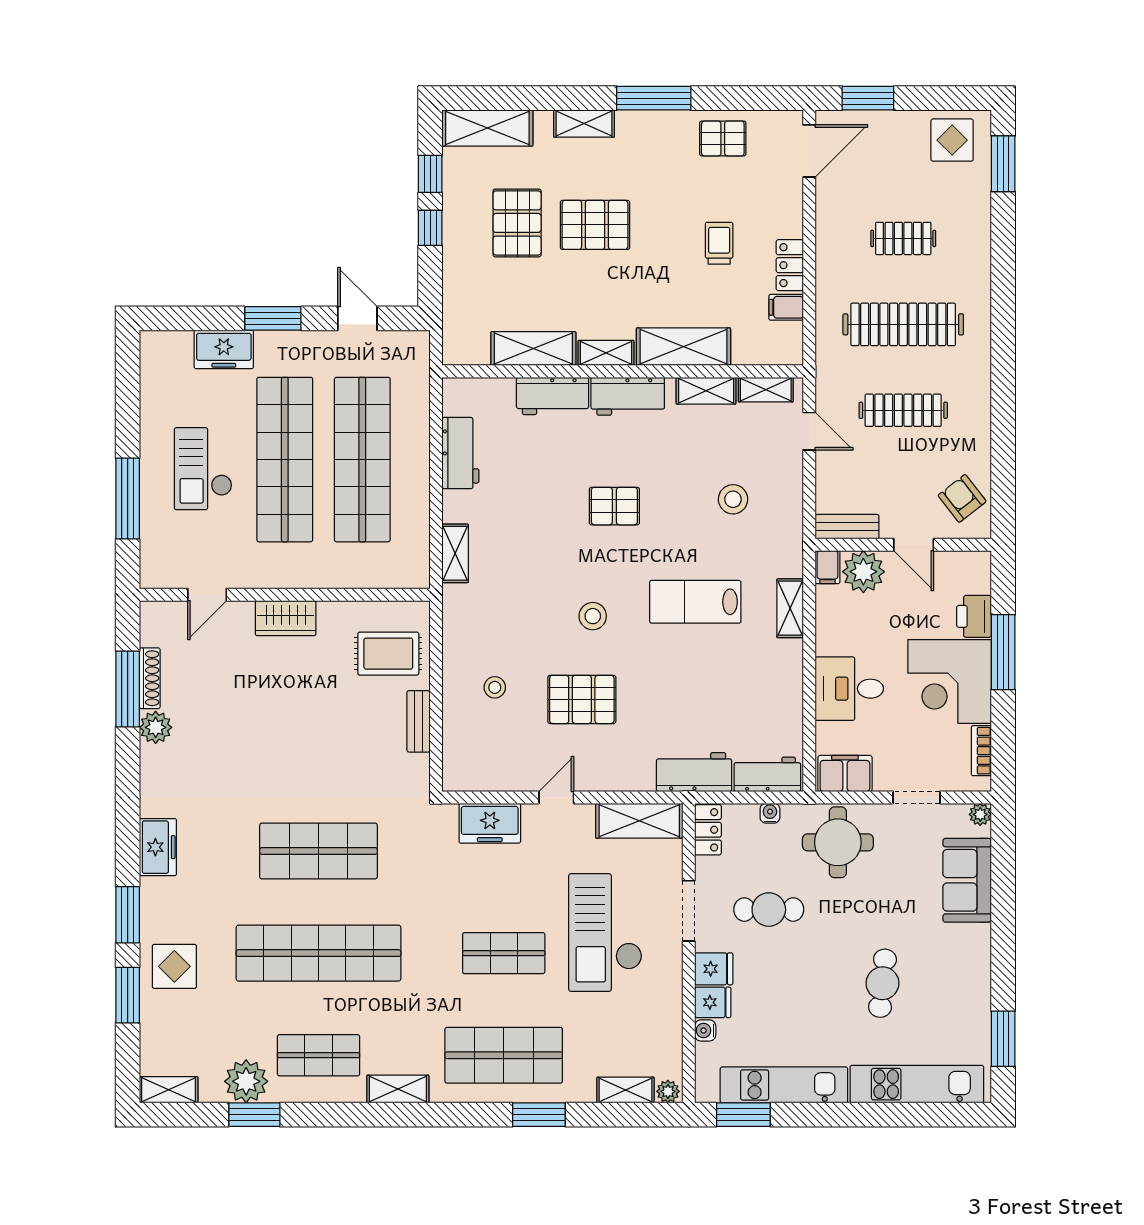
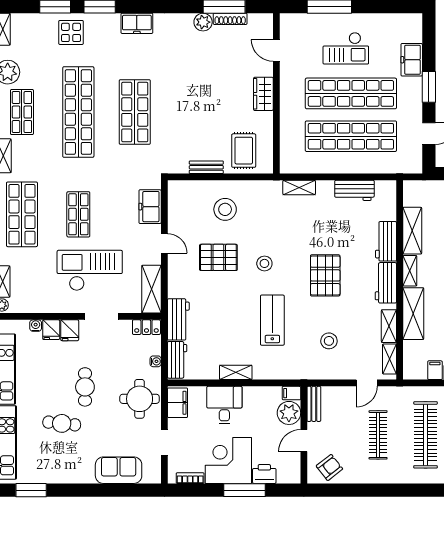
checkout: (203, 469) -> (346, 48), turned 180
pallet: (614, 506) -> (325, 275), width x1.50, depth x1.42
shelving: (790, 608) -> (236, 372), moved
stool: (495, 687) -> (225, 209), width x1.89, depth x1.89
pallet: (582, 699) -> (218, 257), turned 90
plant: (980, 814) -> (155, 477), removed
cafe table: (769, 910) -> (85, 387), moved

